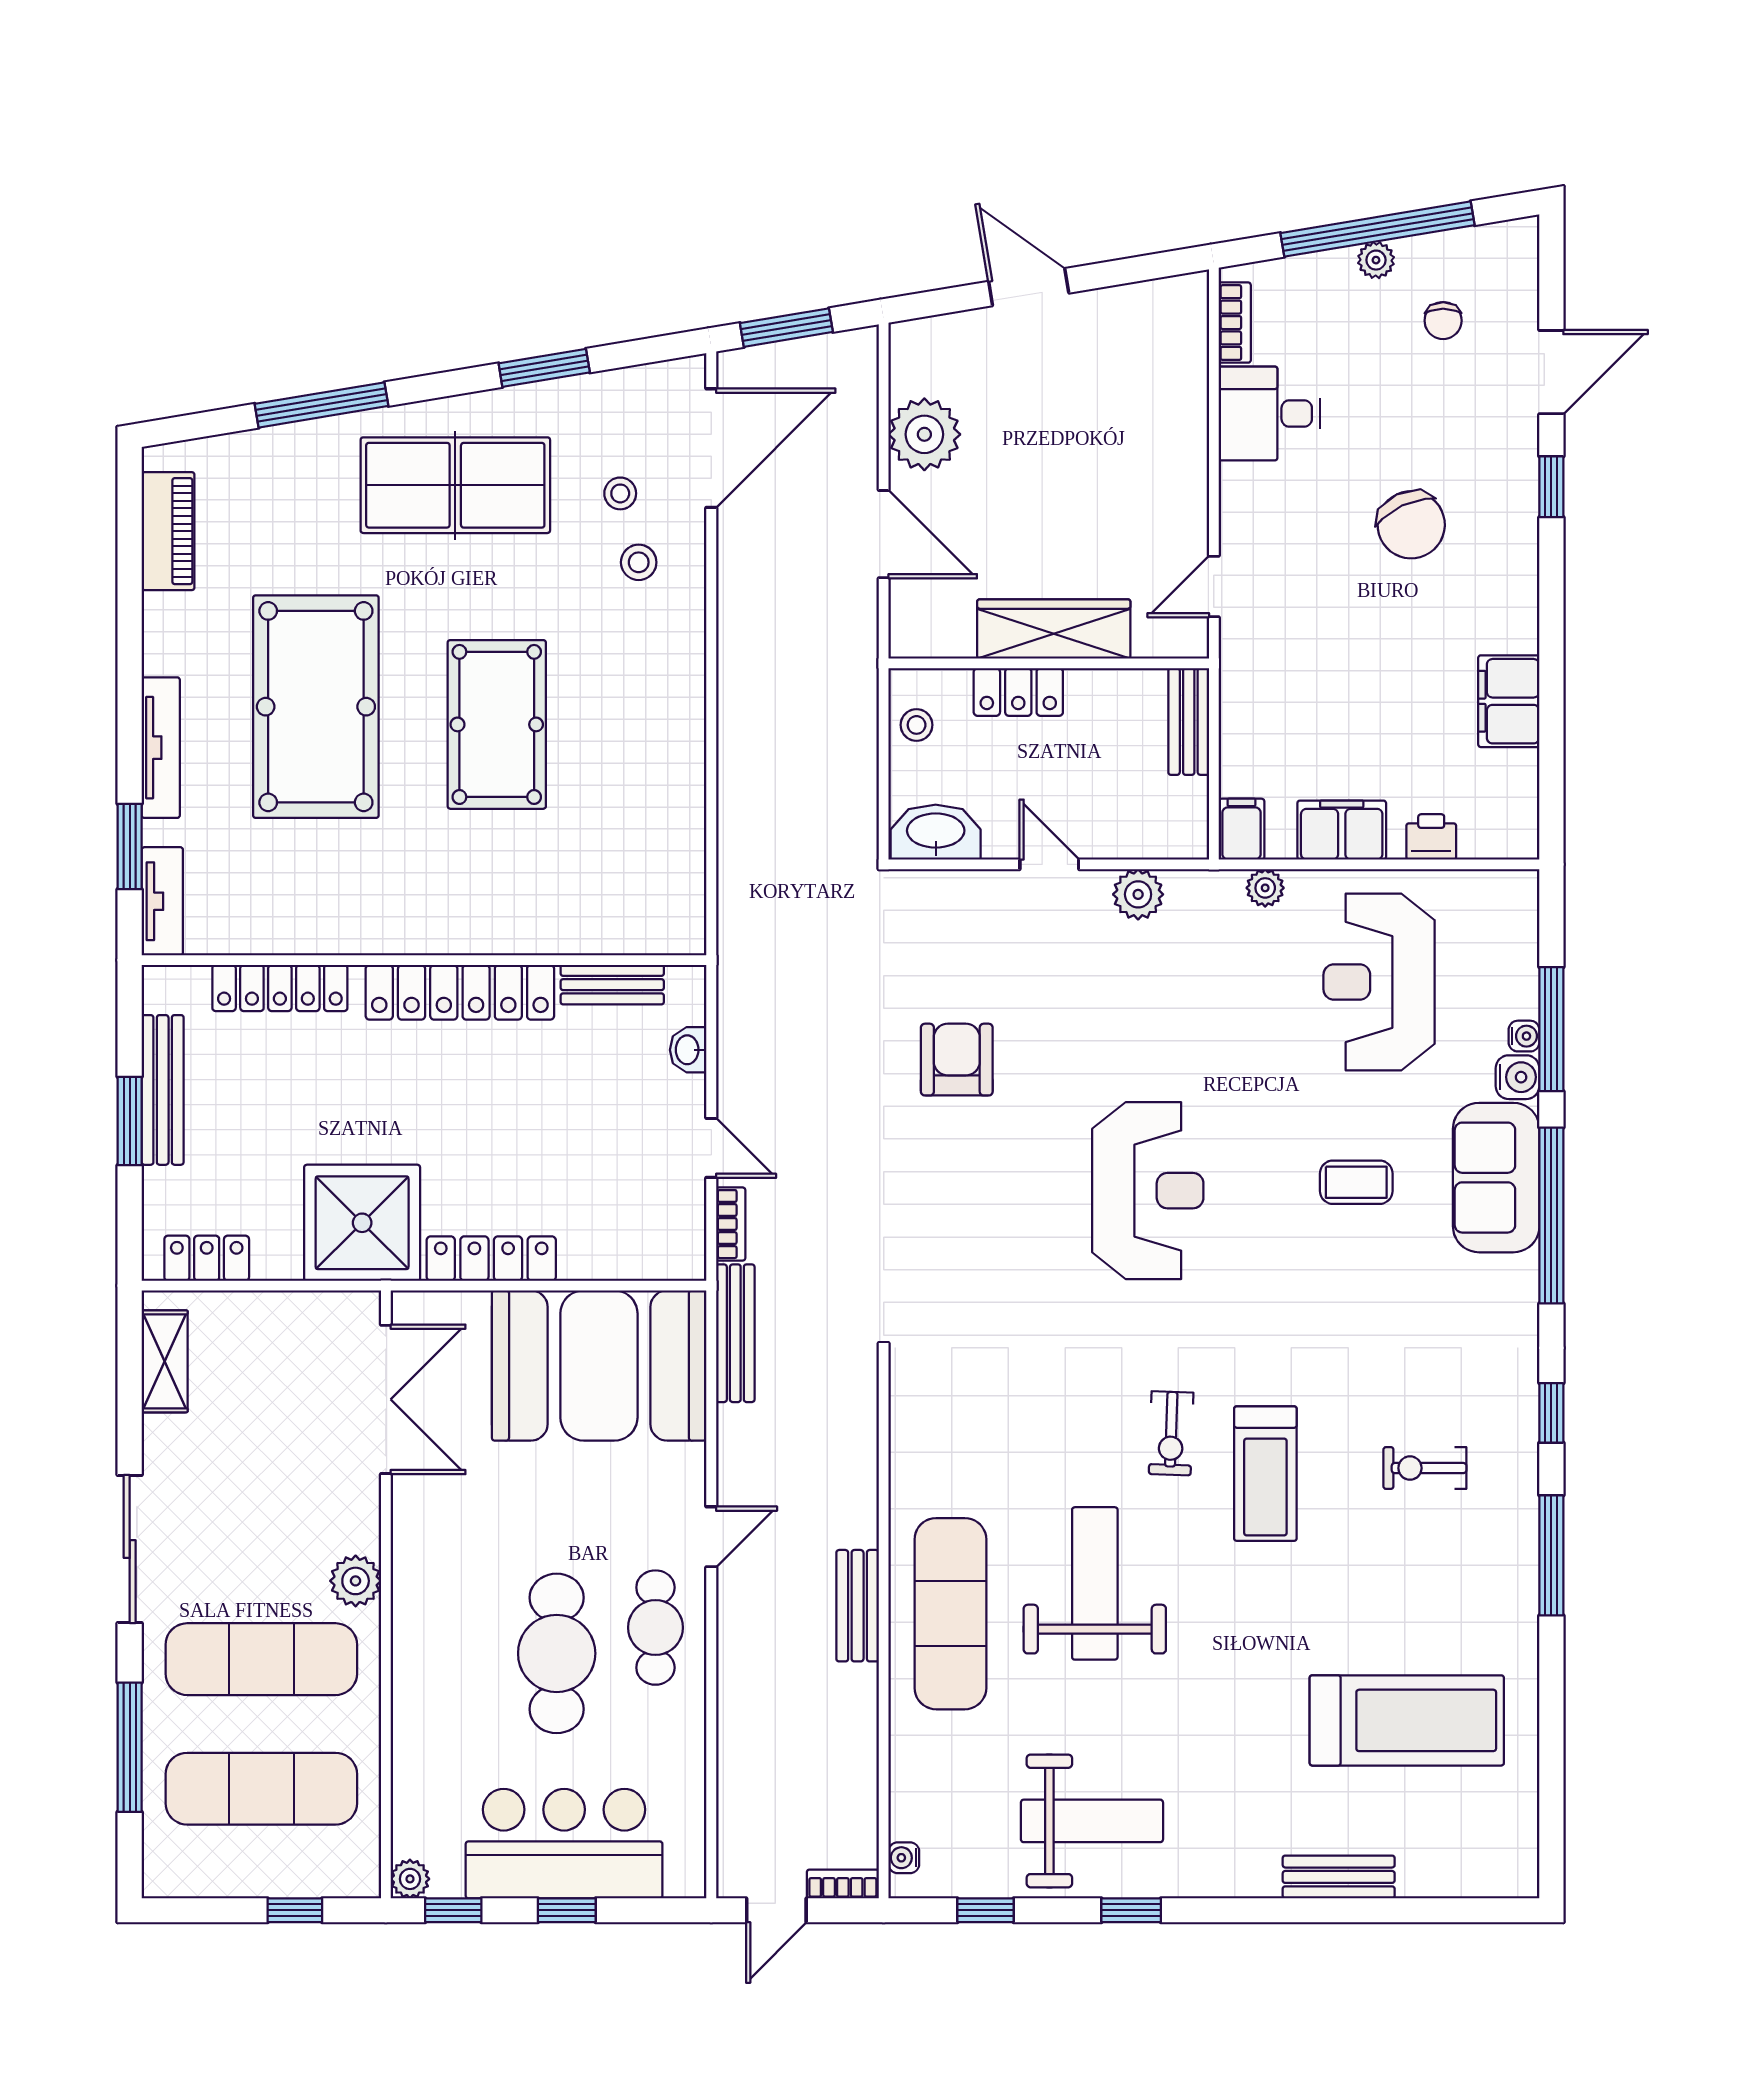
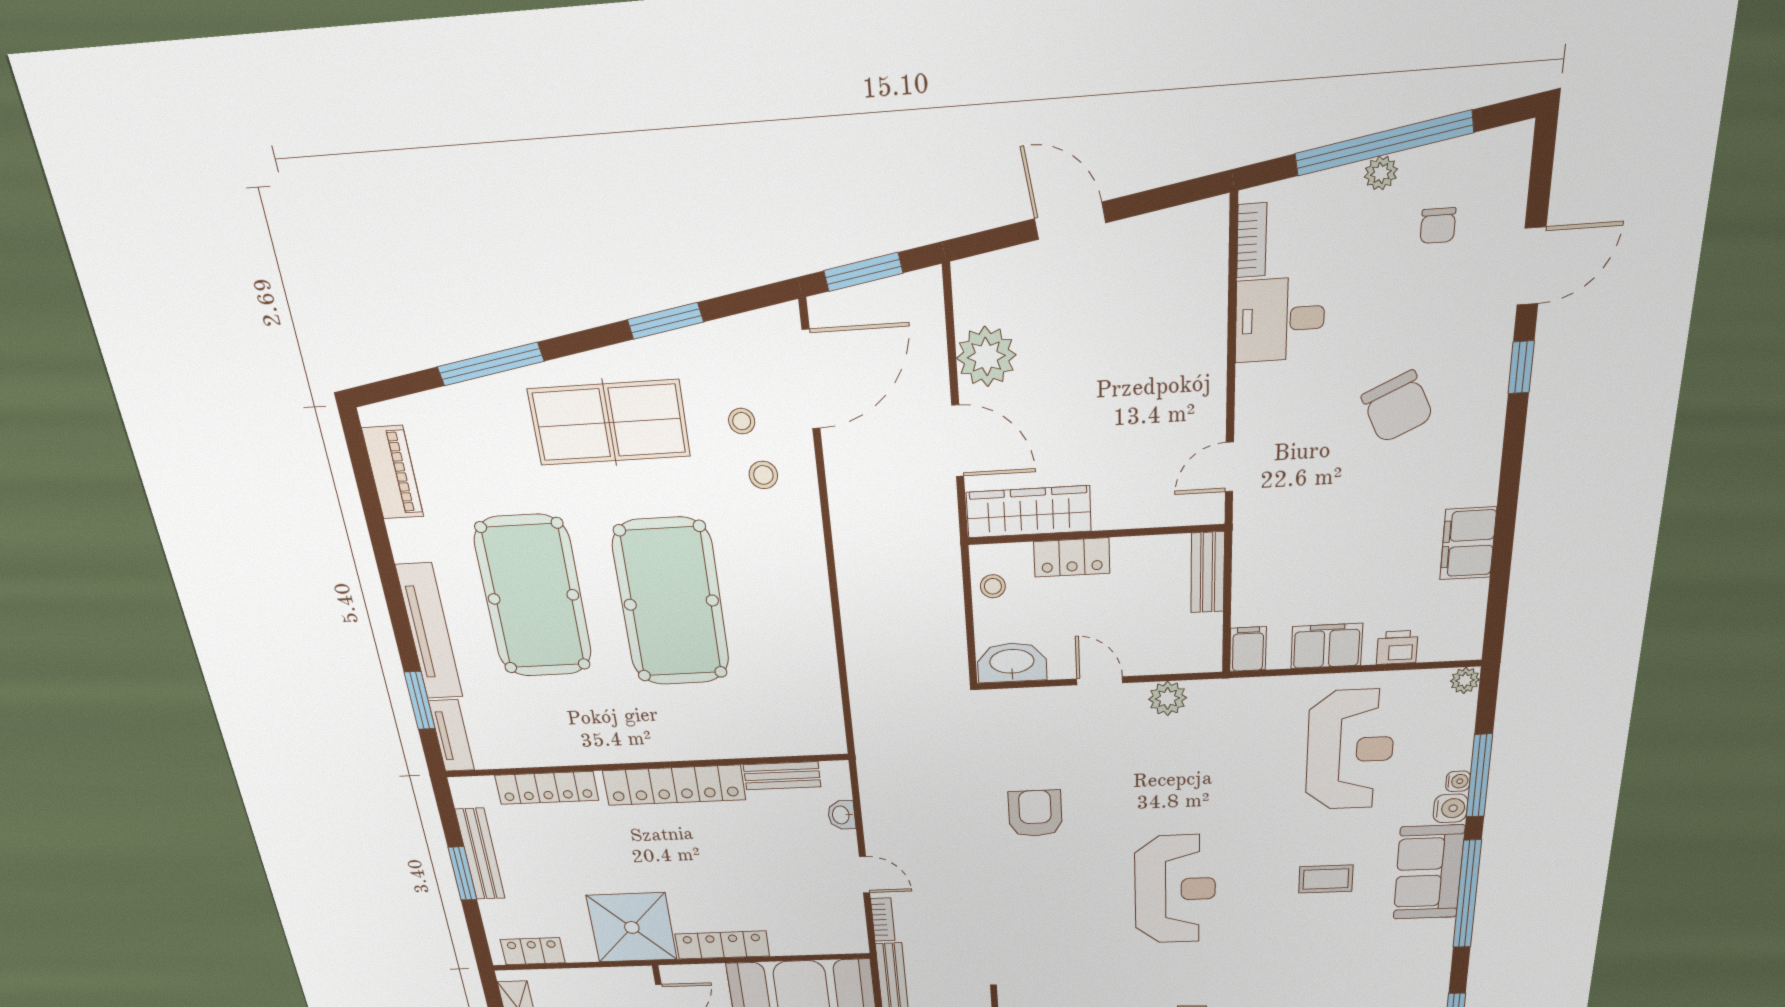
wardrobe: (1054, 629) -> (1029, 512), moved
pool table: (497, 724) -> (671, 603), width x1.36, depth x1.32
tv unit: (161, 748) -> (429, 632), width x1.36, depth x1.29
plant: (1265, 888) -> (1465, 680), moved
reception desk: (1379, 982) -> (1350, 750), turned 180

